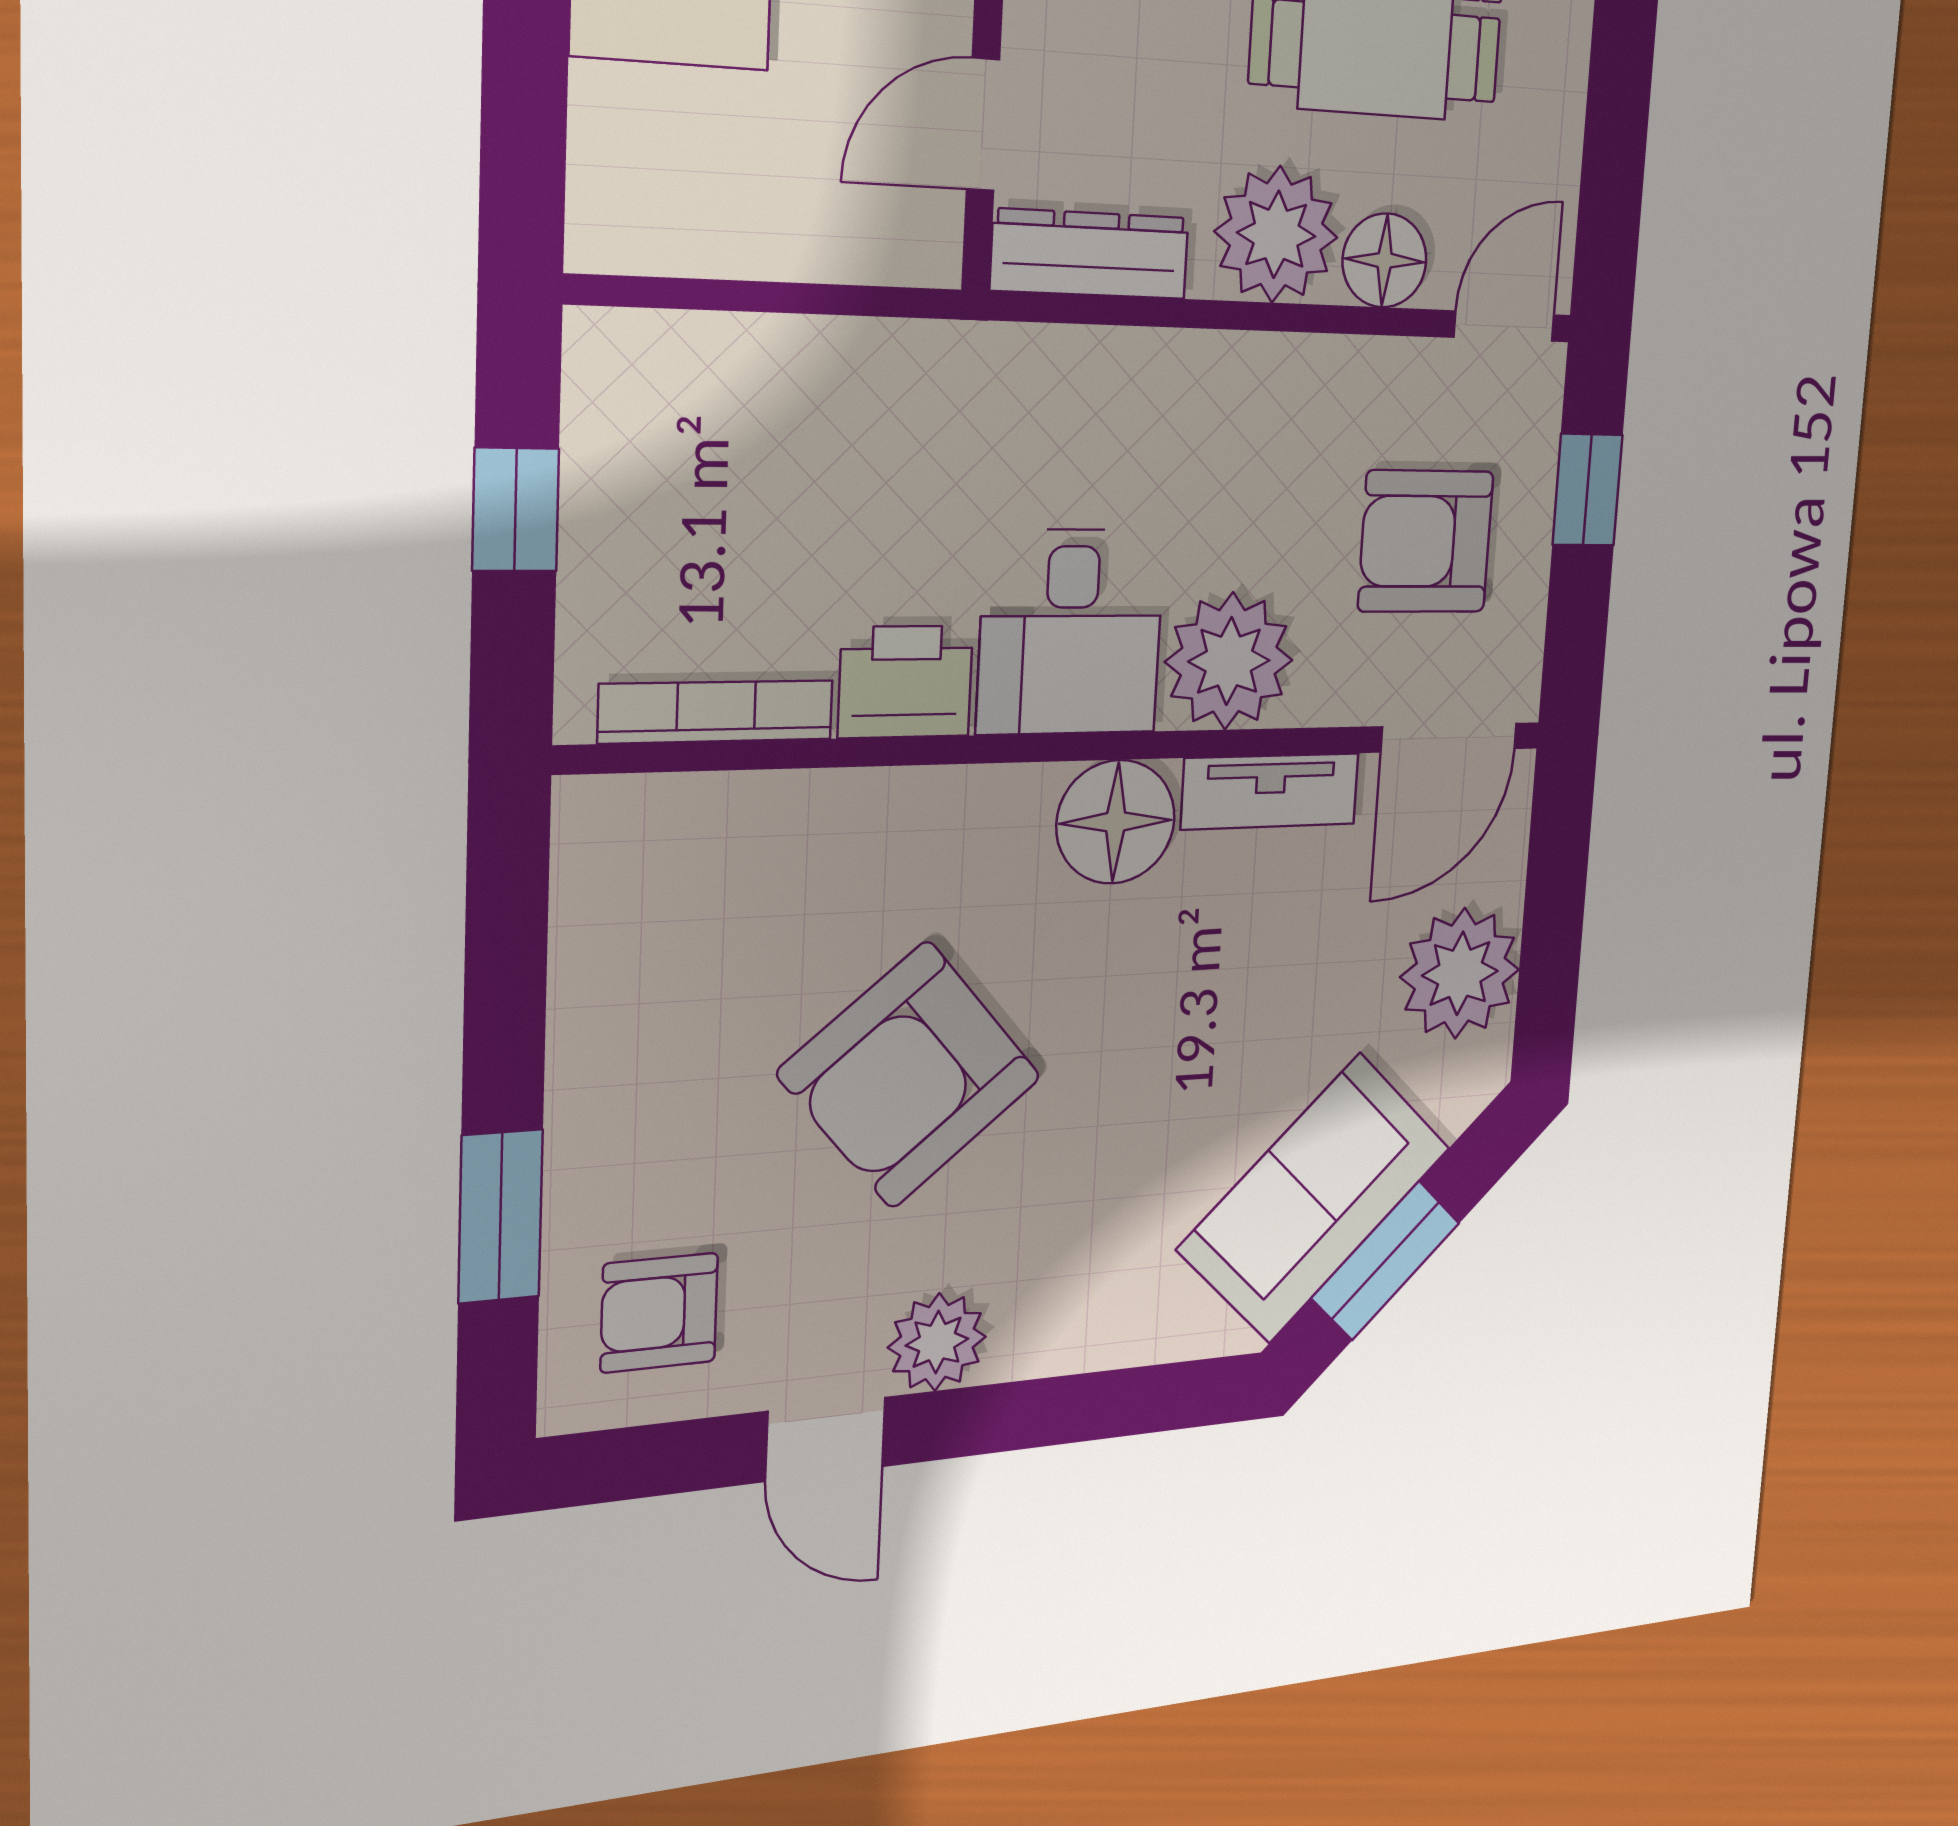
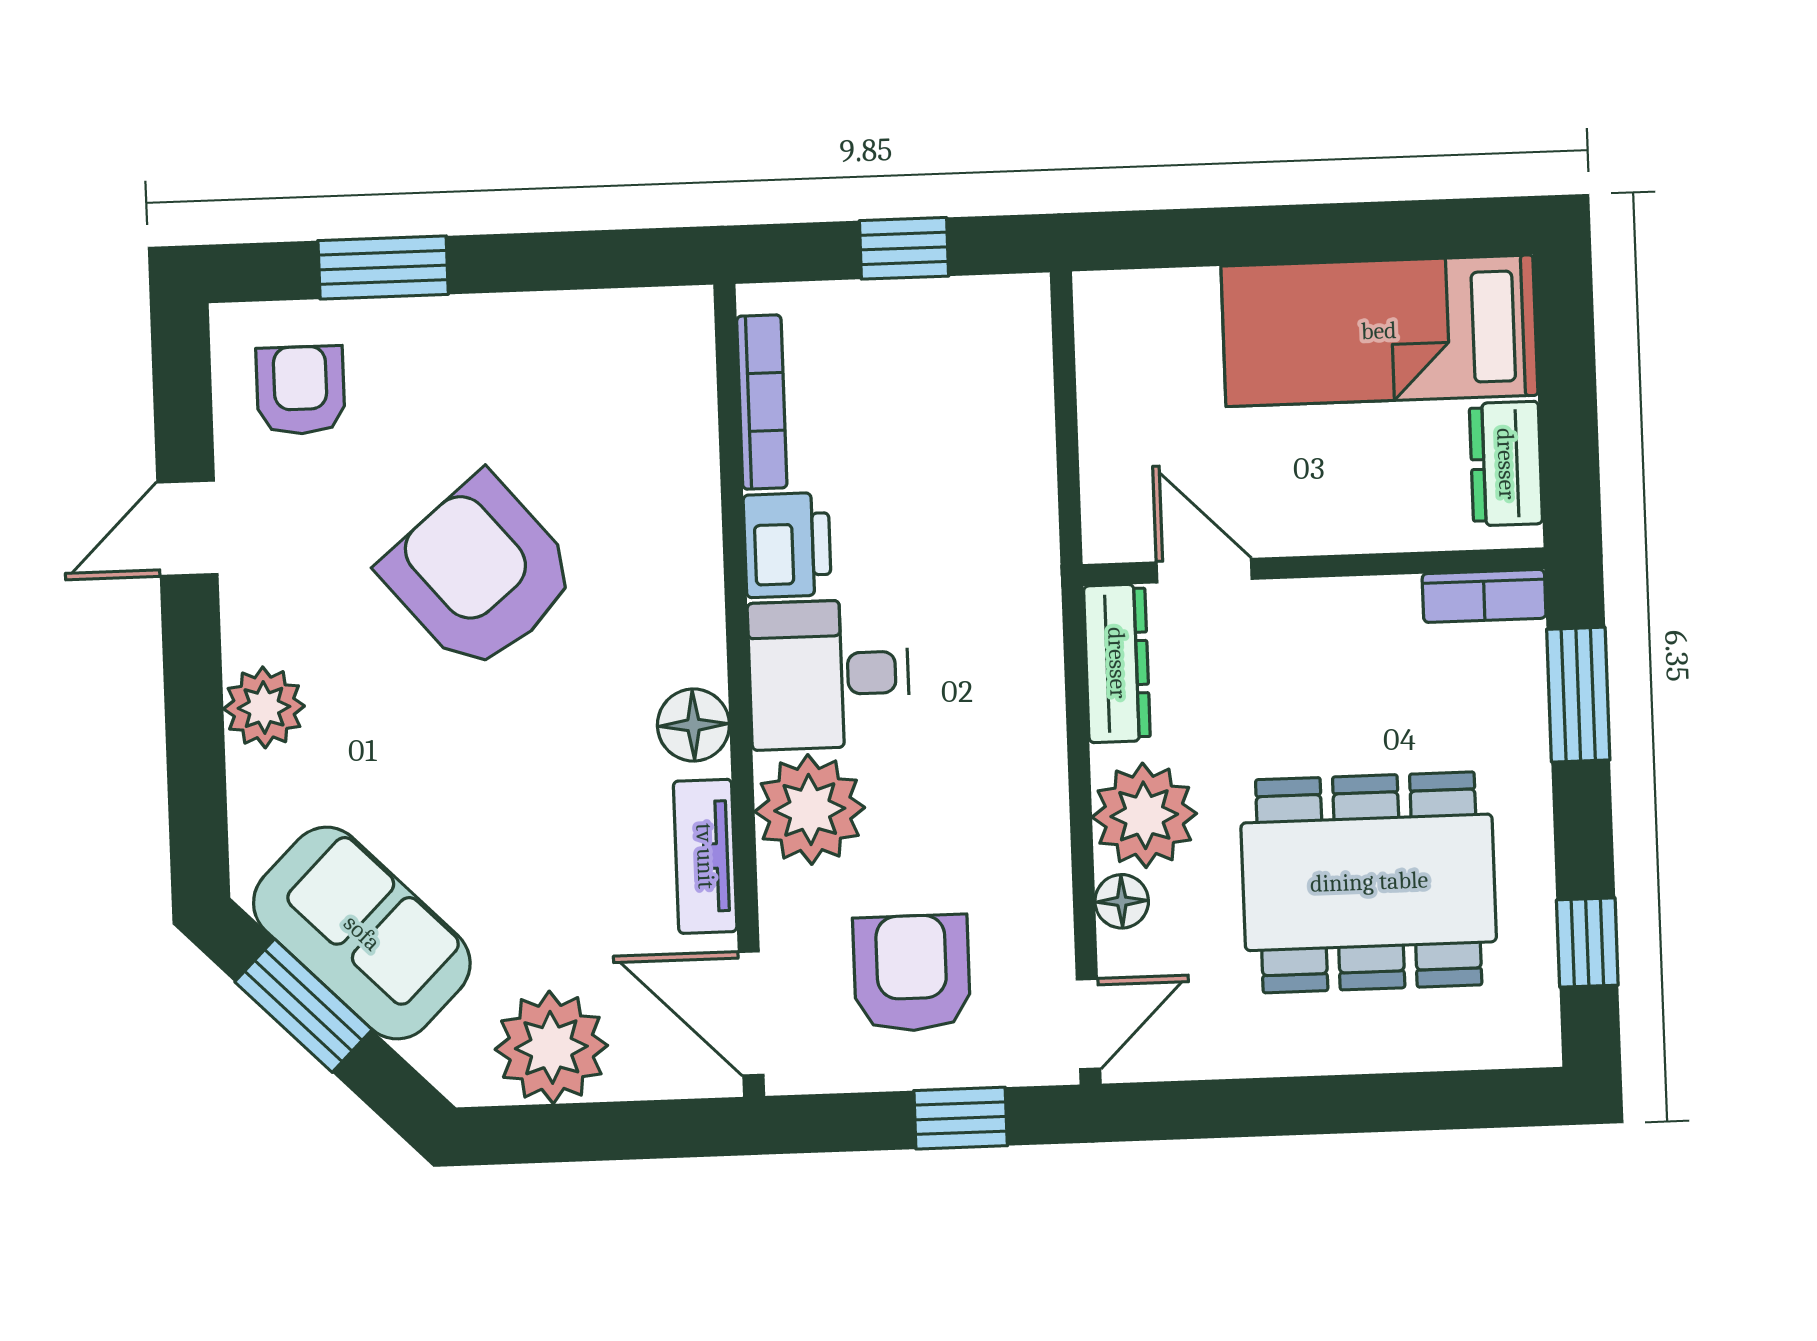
floor lamp: (1385, 260) -> (1122, 901), width x0.73, depth x0.73
door: (1504, 326) -> (1088, 1024), hinge flipped
floor lamp: (1116, 822) -> (693, 725), width x0.73, depth x0.73
plant: (937, 1342) -> (264, 707), moved

